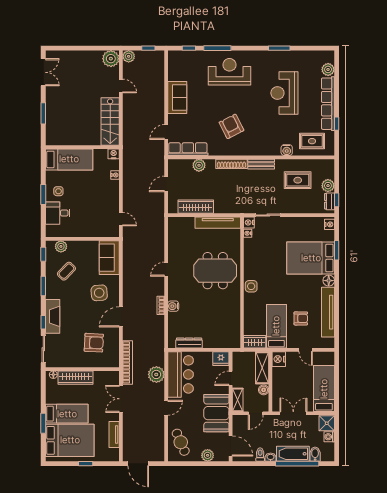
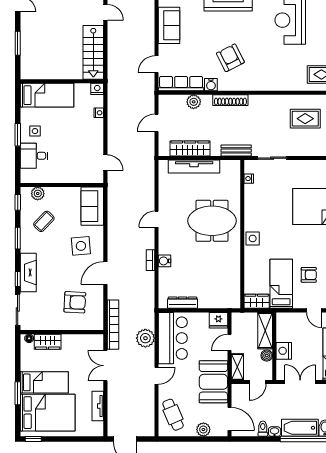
water cooler: (287, 150) -> (211, 85), moved
bench: (261, 164) -> (236, 150), moved
nightstand: (249, 222) -> (250, 166), removed
tv unit: (218, 223) -> (194, 167), moved
nightstand: (279, 359) -> (284, 351), moved
wardrobe: (76, 378) -> (48, 342), width x0.67
window: (86, 464) -> (33, 439), moved

